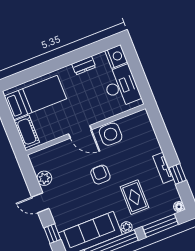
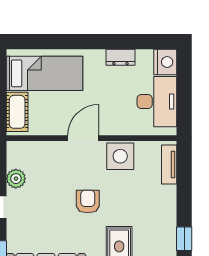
door: (80, 132) -> (83, 138), swing flipped
tv unit: (163, 168) -> (169, 165), moved

